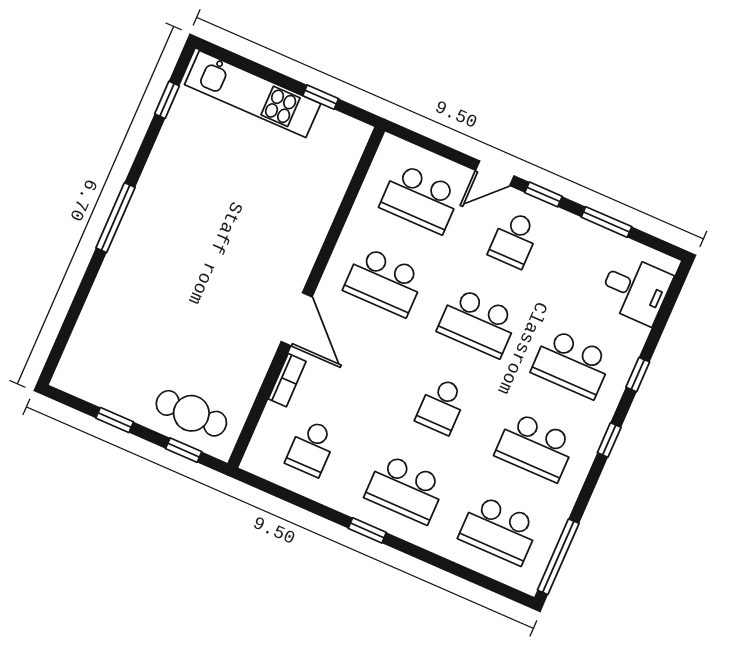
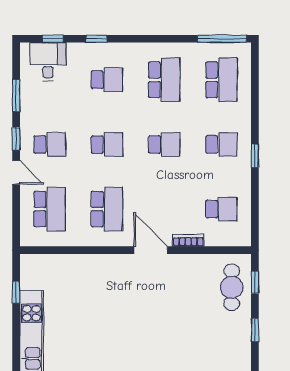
door: (297, 319) -> (151, 250), hinge flipped
school desk: (478, 323) -> (107, 144), width x0.54
school desk: (572, 364) -> (107, 80), width x0.54
window: (609, 440) -> (53, 39), moved
school desk: (405, 489) -> (221, 144), width x0.54

